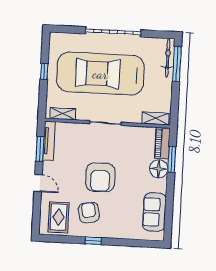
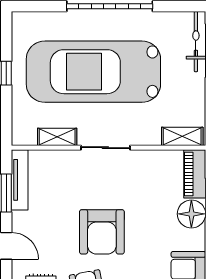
shelving: (63, 114) -> (57, 137), moved

